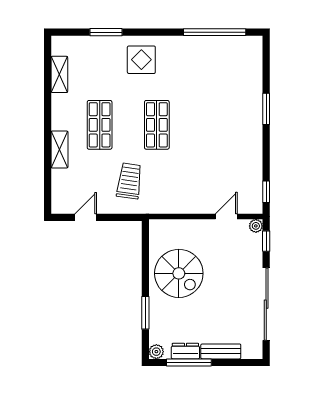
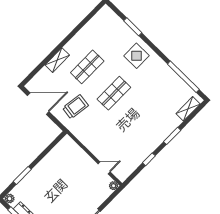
shelving: (59, 74) -> (188, 109), moved
window: (266, 192) -> (149, 159), moved
door: (86, 217) -> (38, 104), width x1.87
window: (266, 241) -> (111, 197), removed
spiral stairs: (179, 273) -> (56, 172), removed

